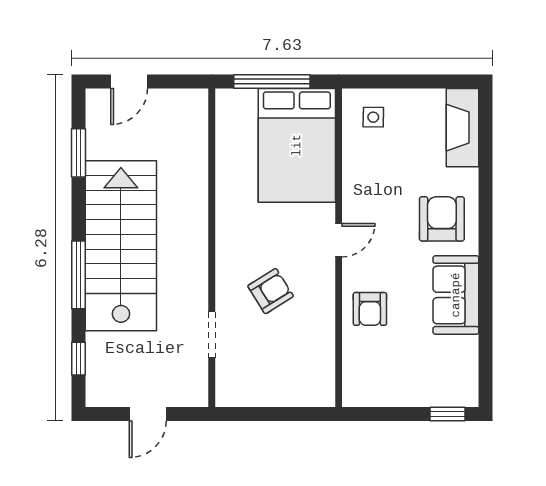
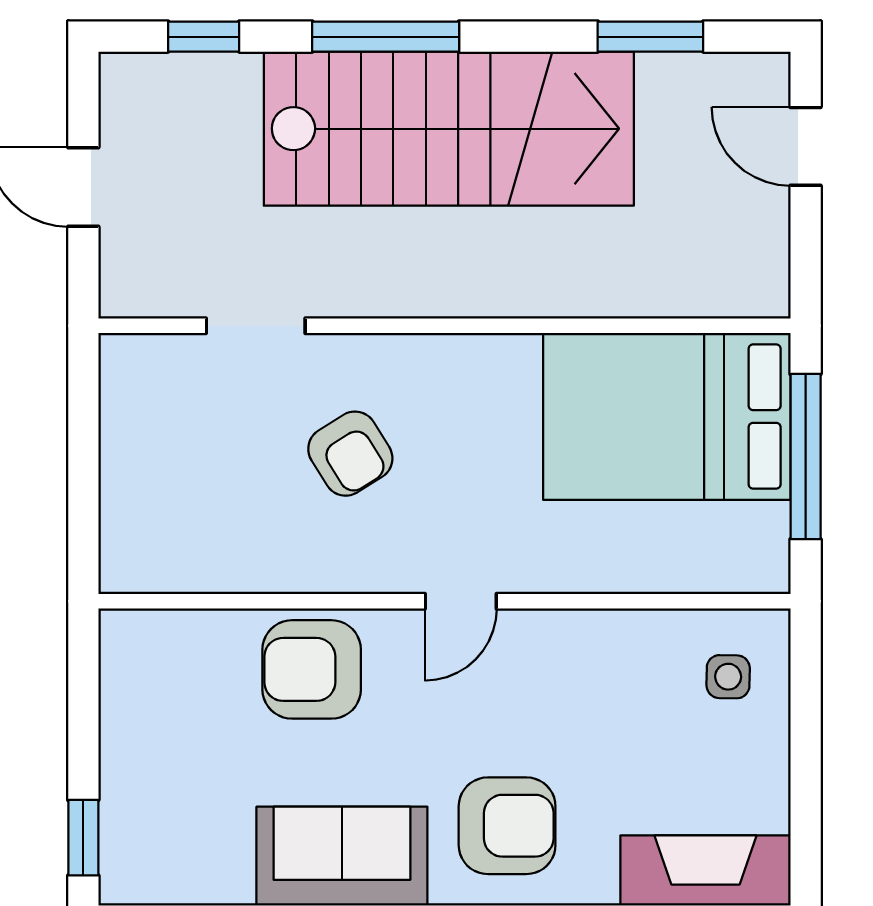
bed: (297, 145) -> (667, 416), moved
door: (339, 240) -> (461, 601), hinge flipped
armchair: (370, 309) -> (312, 669), width x1.38, depth x1.38

